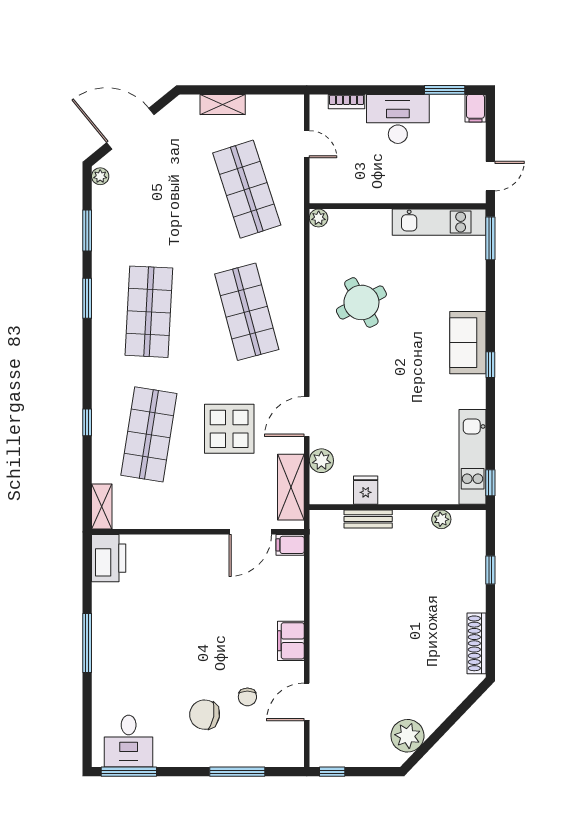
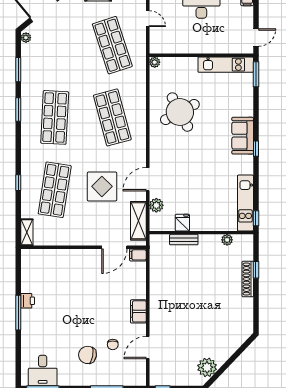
round table: (361, 302) -> (180, 112), width x1.36, depth x1.36
printer: (109, 558) -> (28, 301), moved, width x0.53, depth x0.68
shoe rack: (477, 643) -> (248, 279), moved

